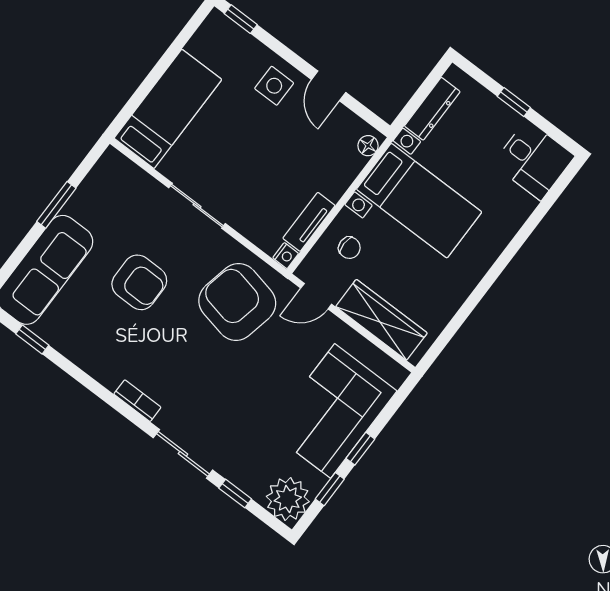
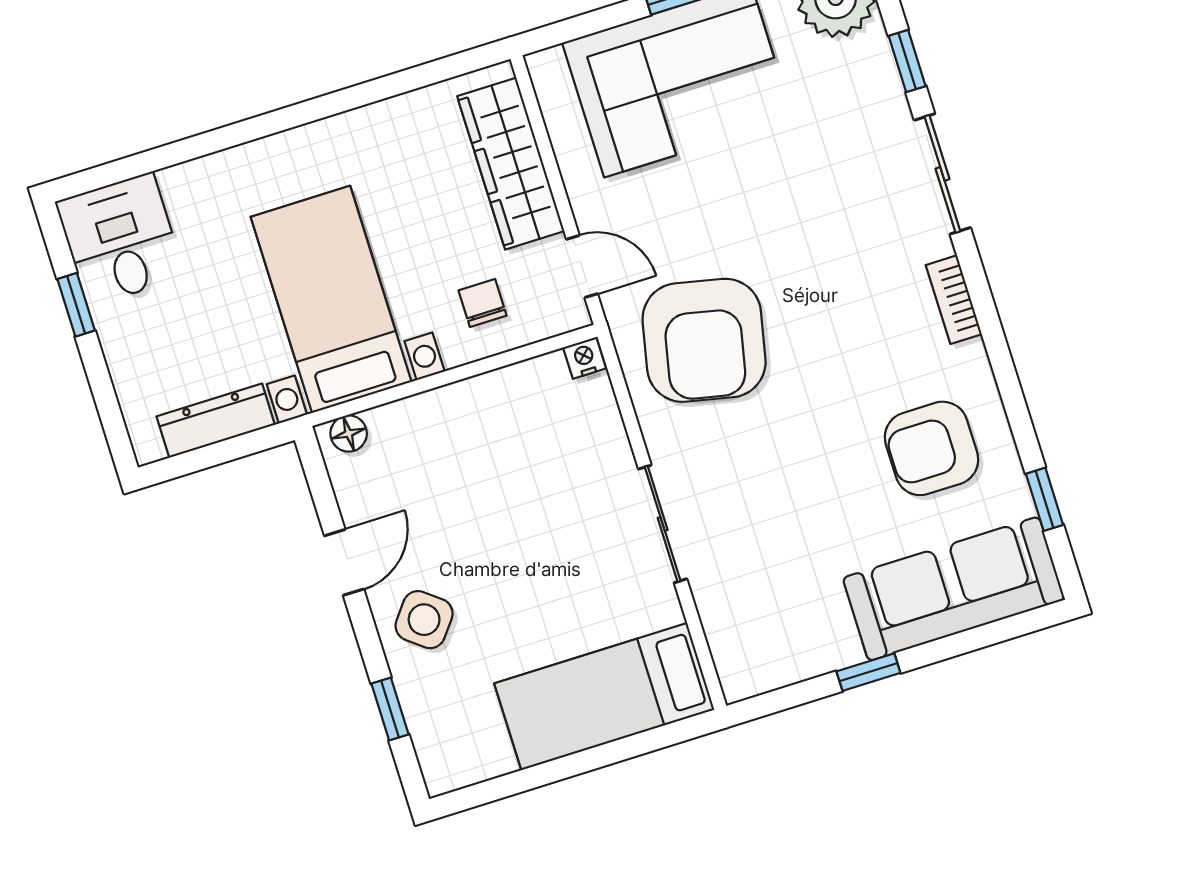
window: (241, 19) -> (390, 709), moved
side table: (274, 86) -> (424, 620), turned 38
window: (514, 102) -> (76, 305), moved
window: (56, 205) -> (868, 672), width x0.67
tv unit: (309, 222) -> (515, 383), removed
armchair: (139, 282) -> (931, 448), moved, turned -90

